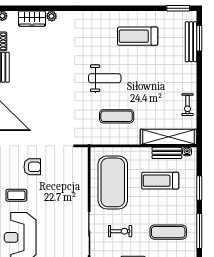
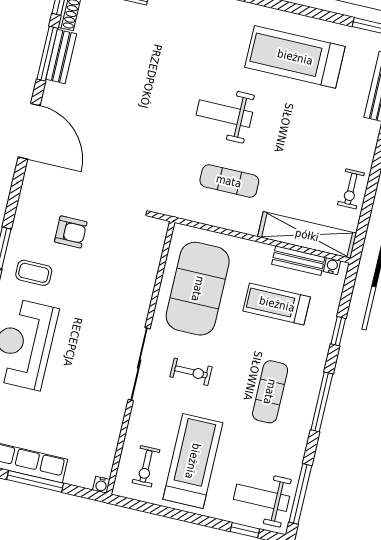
treadmill: (138, 36) -> (295, 57), width x1.37, depth x1.38
weight bench: (105, 78) -> (224, 114), turned 180
window: (199, 188) -> (338, 331), width x0.67
exercise mat: (168, 232) -> (270, 392), turned 90

